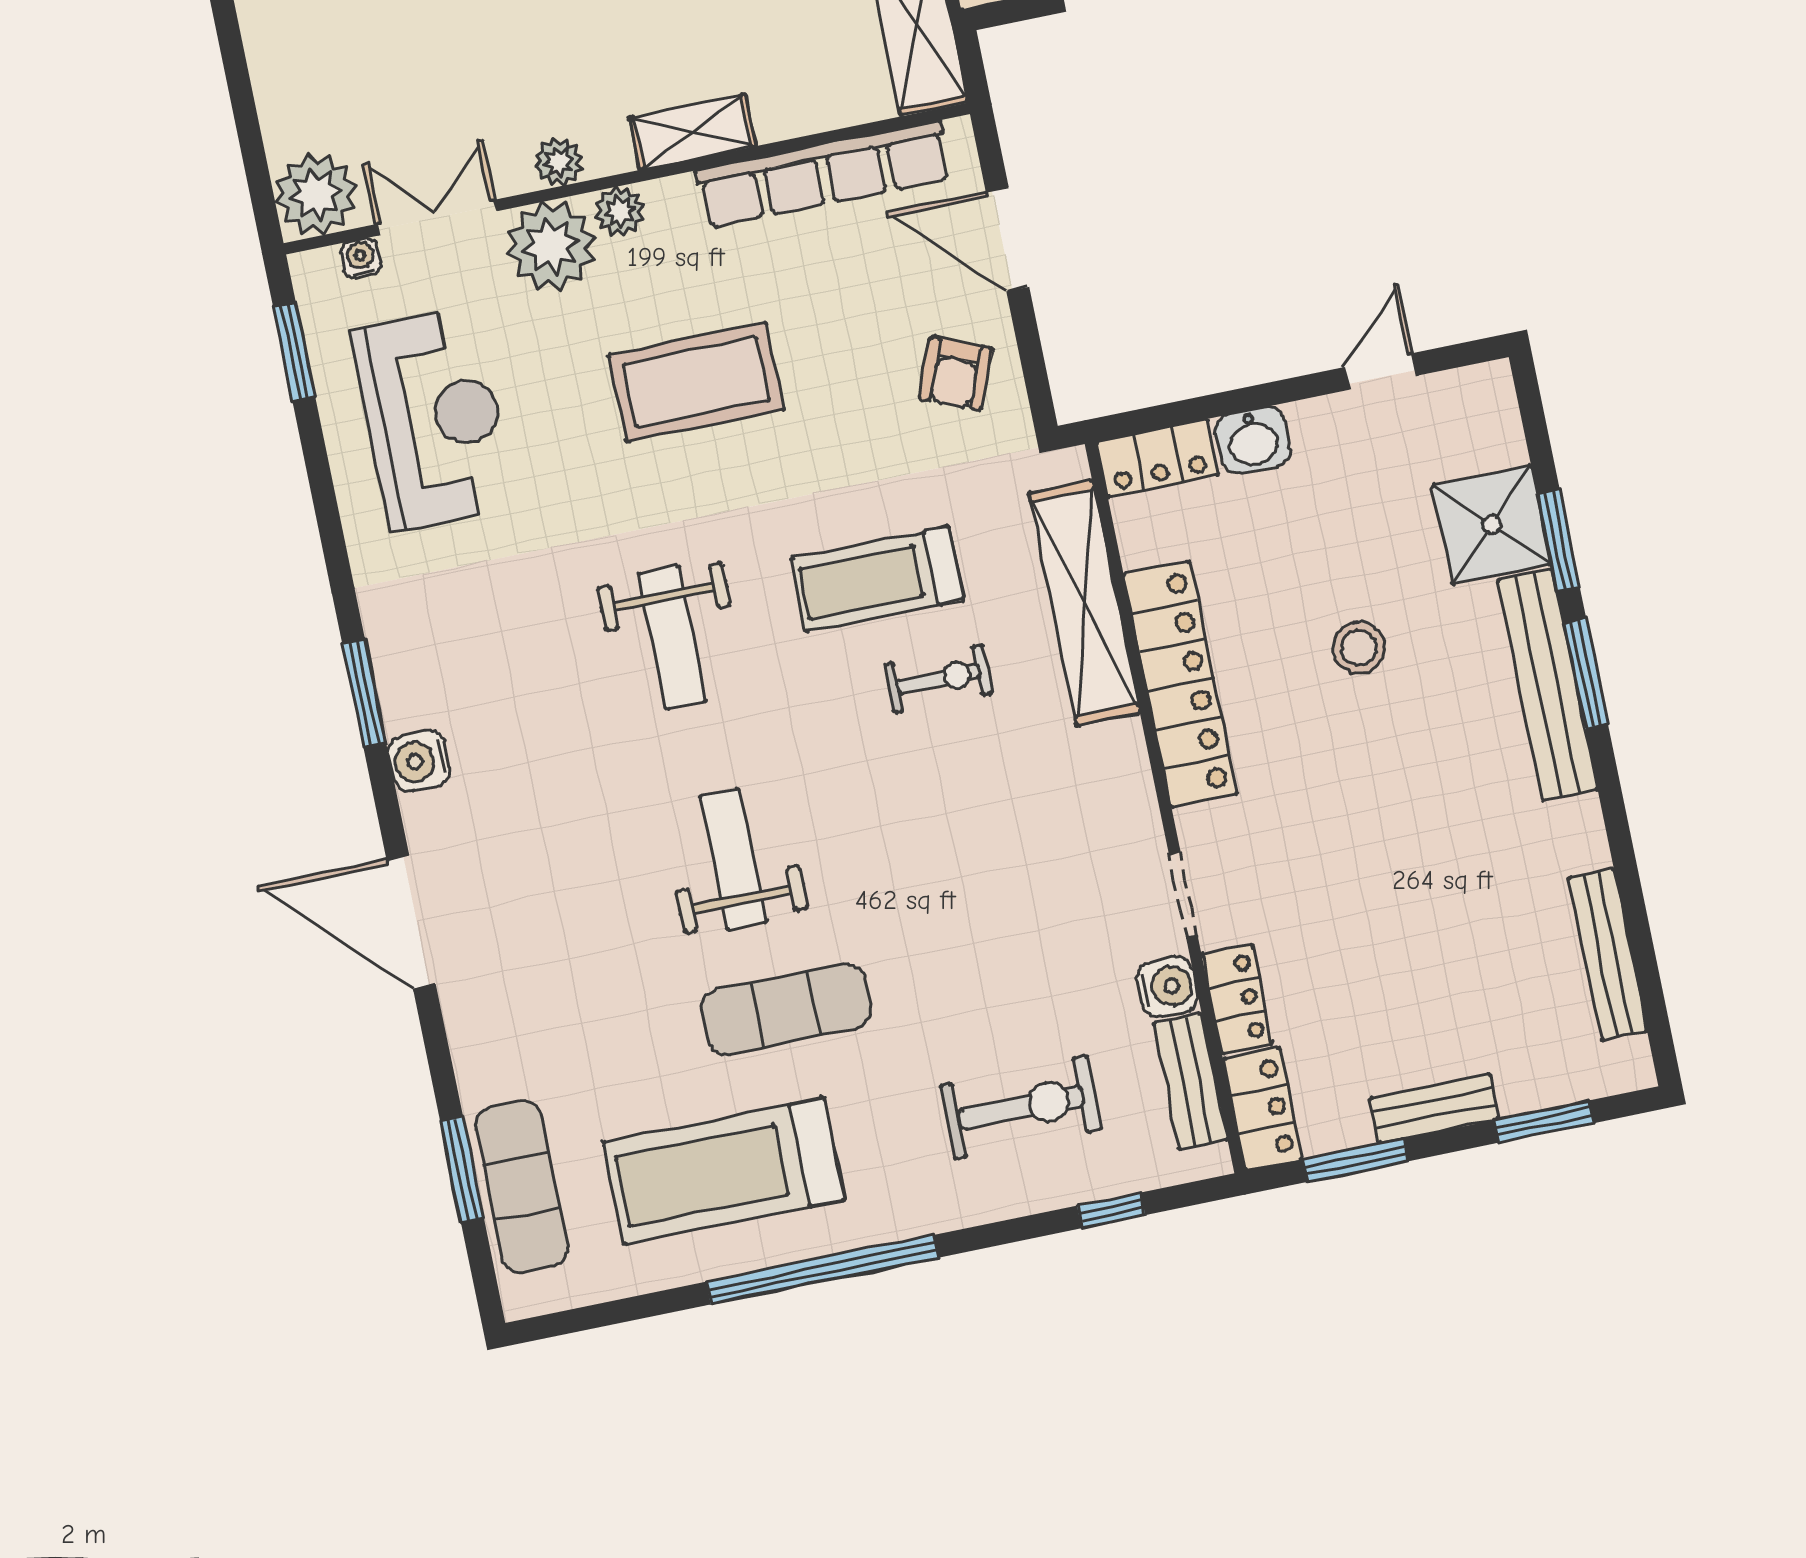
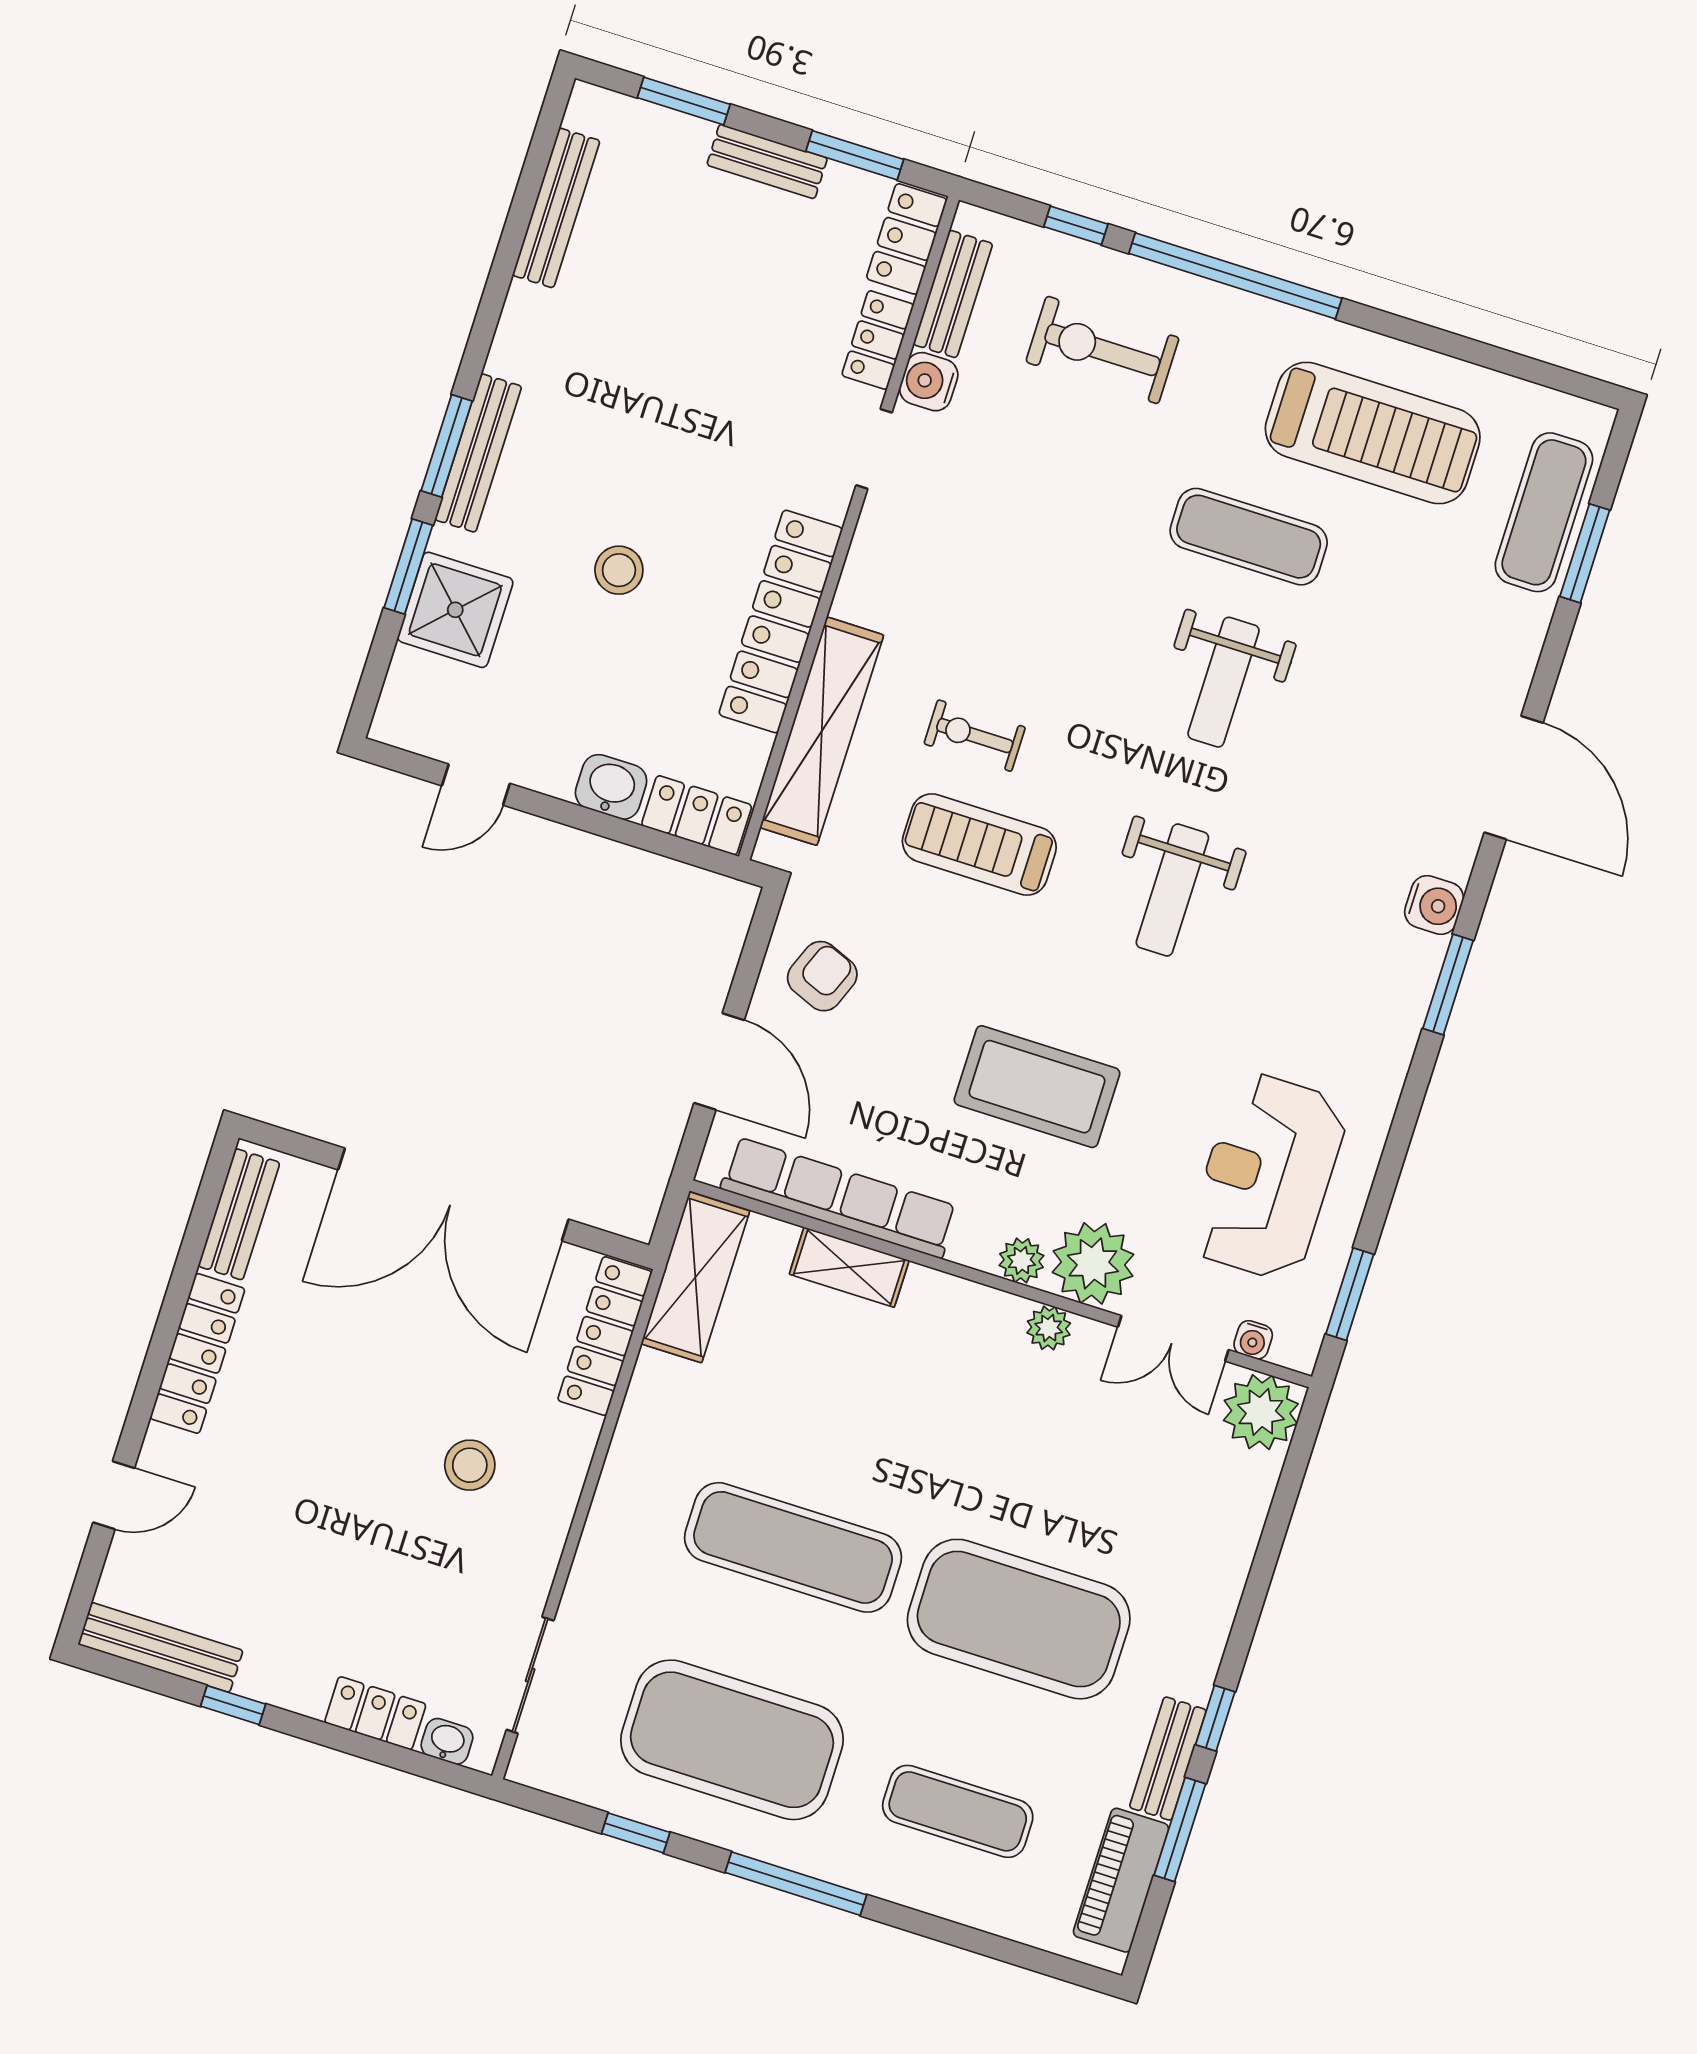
shelving: (692, 132) -> (849, 1267), moved
treadmill: (877, 579) -> (979, 844), turned 180
weight bench: (672, 638) -> (1172, 890), turned 180
bench: (1547, 685) -> (478, 453), width x0.73, depth x0.82
window: (823, 1270) -> (1235, 276), moved

